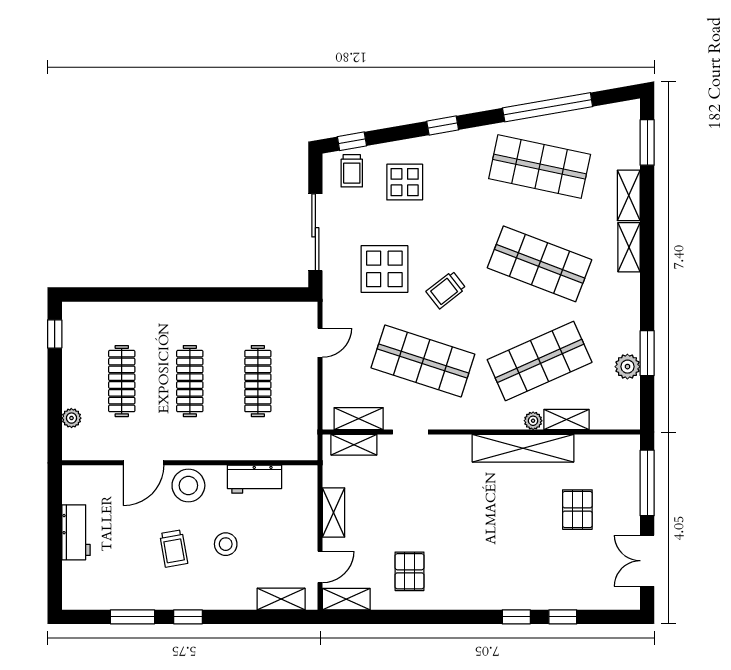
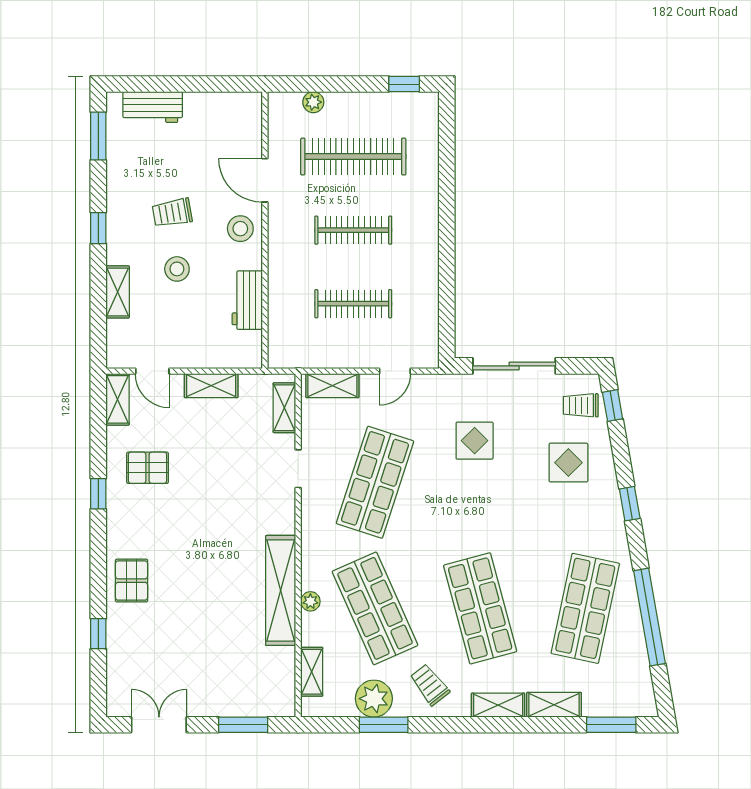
shop shelf: (540, 264) -> (480, 608), turned -36
display table: (384, 269) -> (475, 441), width x0.73, depth x0.73
trolley: (446, 290) -> (430, 685), moved
door: (320, 343) -> (395, 371), hinge flipped
plant: (627, 367) -> (374, 699), width x1.36, depth x1.36
clothes rail: (122, 381) -> (353, 157), width x1.37, depth x1.31
shelving: (359, 419) -> (332, 386), moved, turned 90
shelving: (566, 420) -> (312, 672), moved
window: (647, 483) -> (243, 725), width x0.69
stool: (188, 485) -> (240, 229), width x0.73, depth x0.73
pallet: (577, 510) -> (131, 581), moved, turned 90
workbench: (76, 532) -> (153, 107), moved
shelving: (281, 599) -> (118, 292), moved
window: (132, 617) -> (98, 136), moved
window: (516, 617) -> (98, 494), moved

